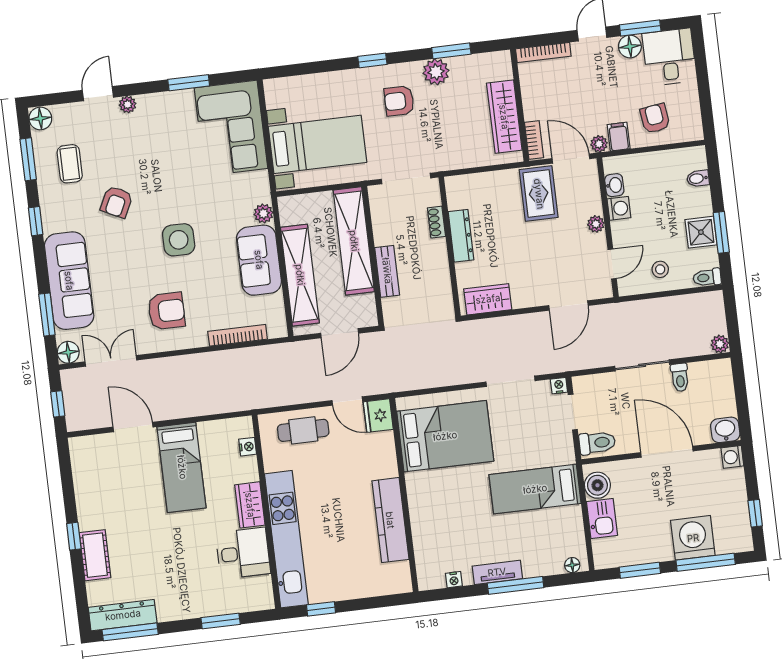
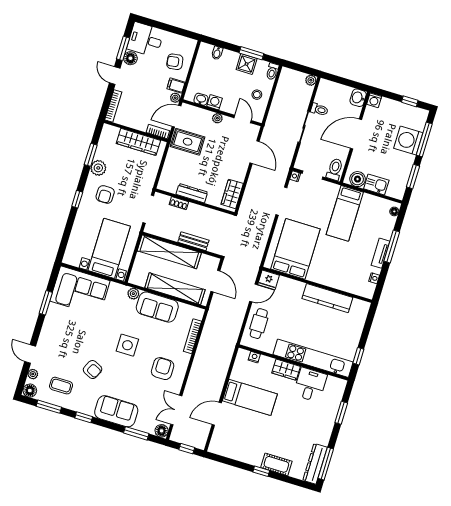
plant: (128, 104) -> (33, 374), moved
sofa: (69, 281) -> (116, 411), width x0.73

